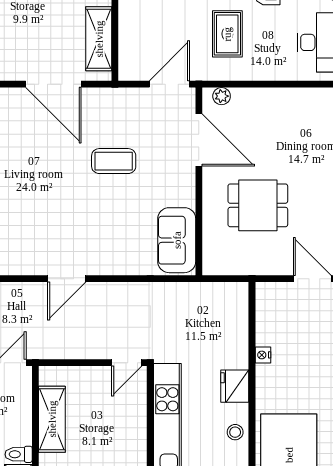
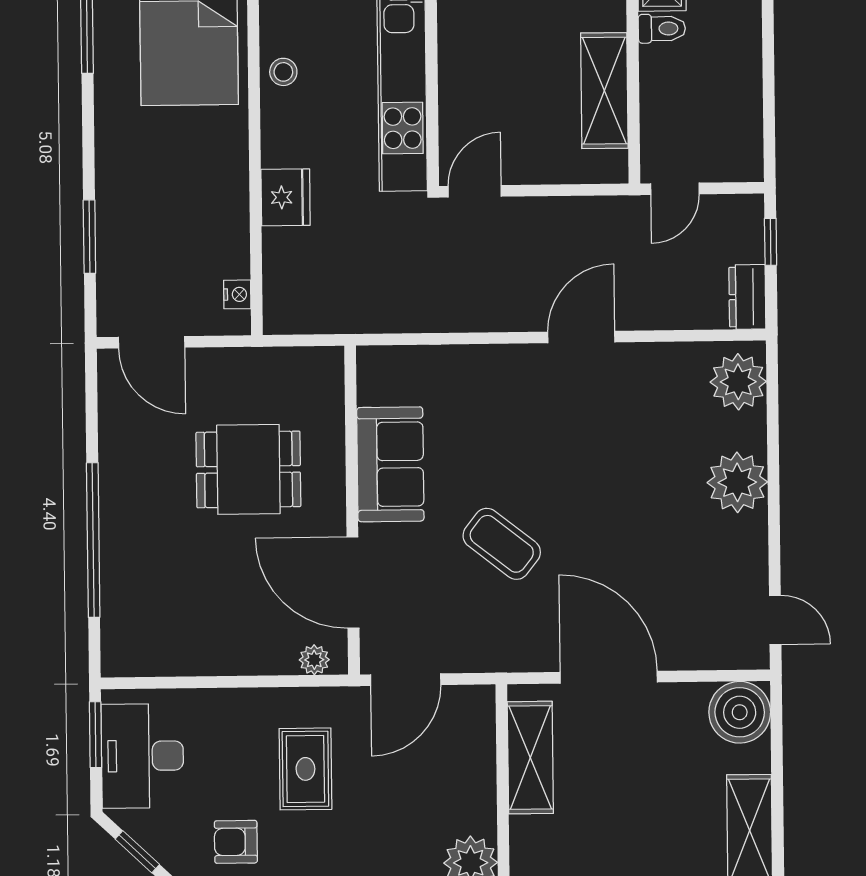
coffee table: (114, 161) -> (502, 544), turned 38
sofa: (177, 240) -> (390, 464), moved
nightstand: (263, 355) -> (237, 294), moved
fridge: (235, 386) -> (286, 197), moved

